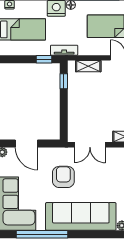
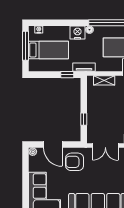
window: (64, 81) -> (84, 119), moved
armchair: (63, 177) -> (75, 162), moved, turned -90

